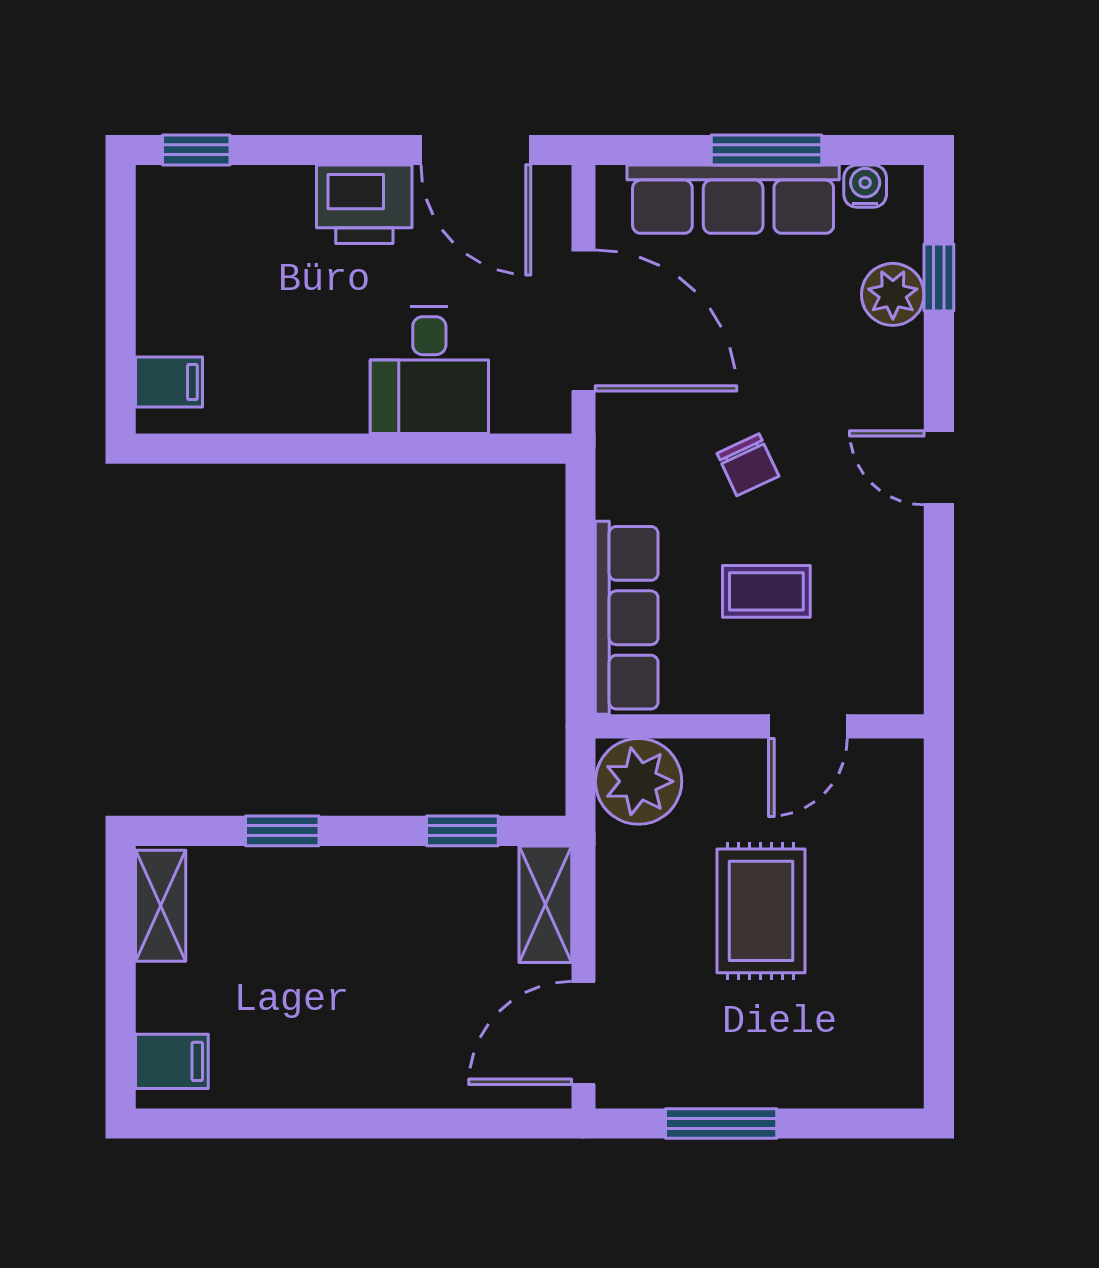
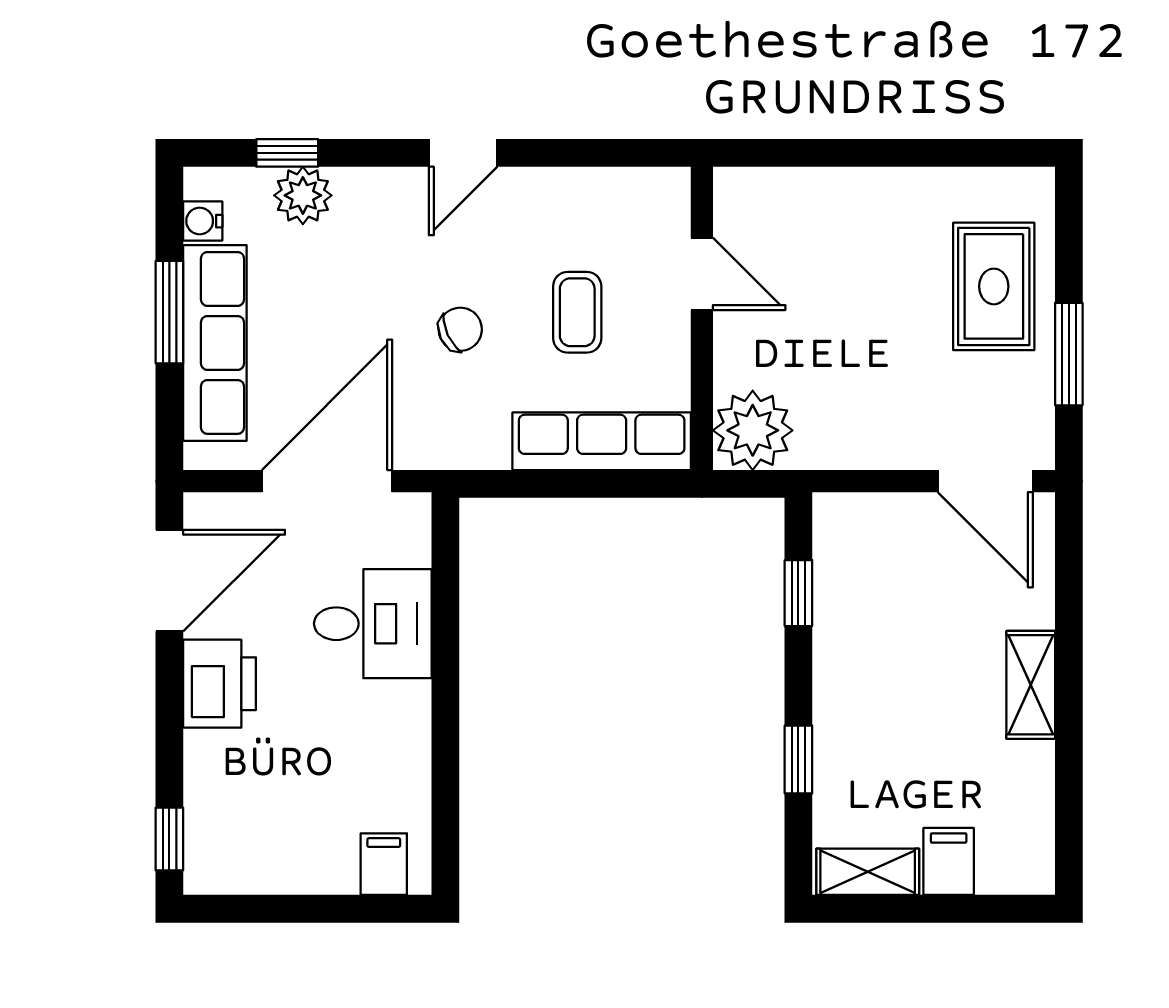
shelving: (545, 904) -> (1031, 685), moved, turned 90
rug: (761, 911) -> (994, 286), moved, turned 90
filing cabinet: (172, 1061) -> (949, 861), moved

